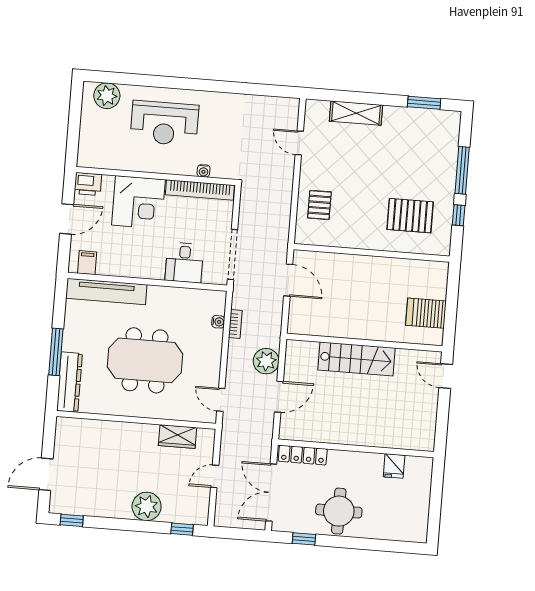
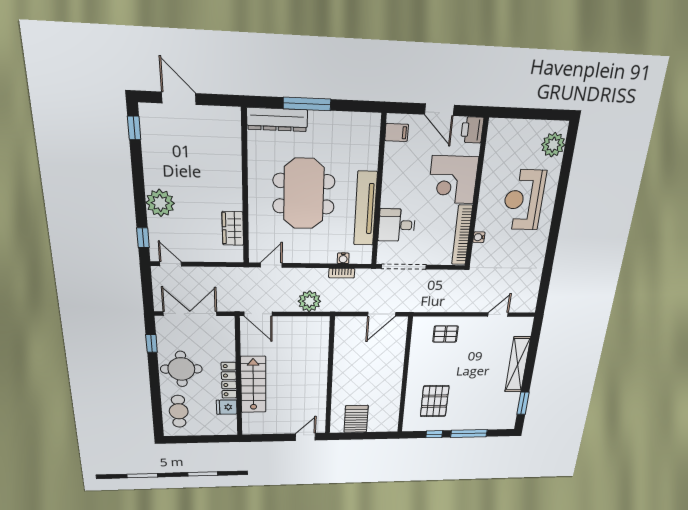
shelving: (356, 113) -> (518, 365), width x1.47
tv unit: (106, 291) -> (365, 209), moved
stairs: (356, 359) -> (253, 385), moved, turned 180
door: (279, 397) -> (258, 314), moved
locker: (303, 455) -> (229, 380), moved
door: (215, 476) -> (171, 264), moved
cafe table: (394, 522) -> (179, 411), added

